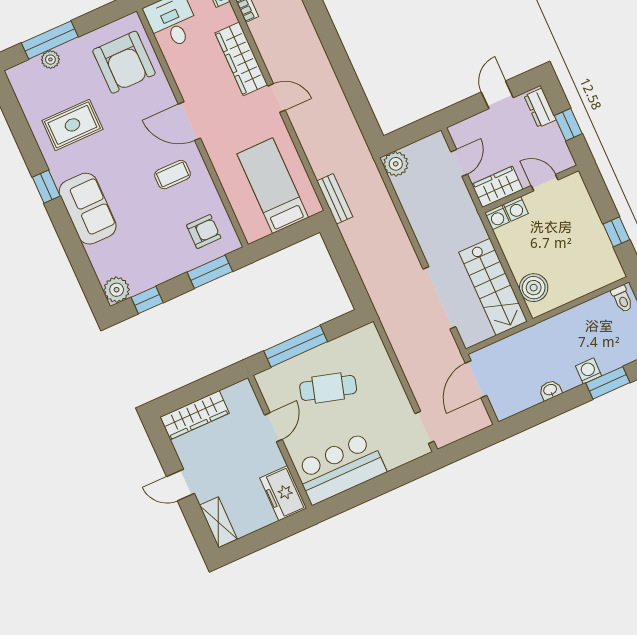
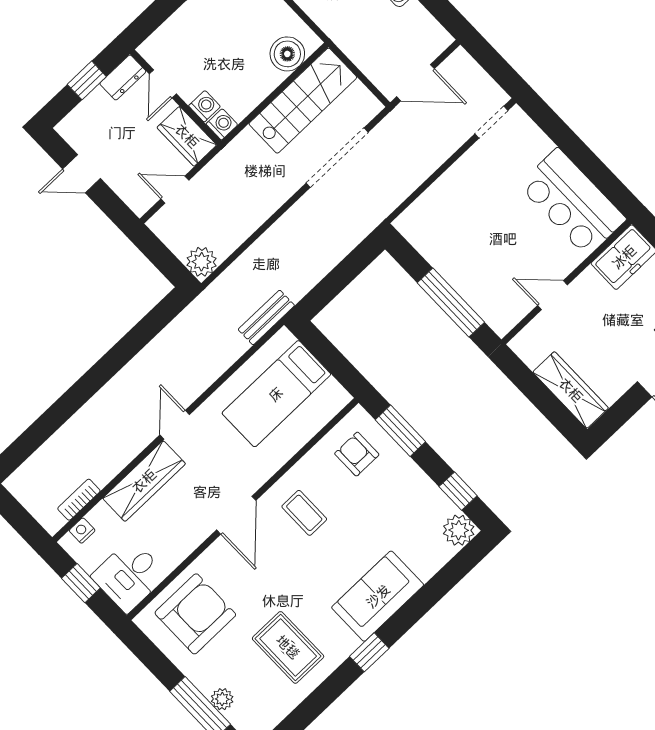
dresser: (540, 108) -> (123, 78), moved
cafe table: (328, 388) -> (485, 248), removed

